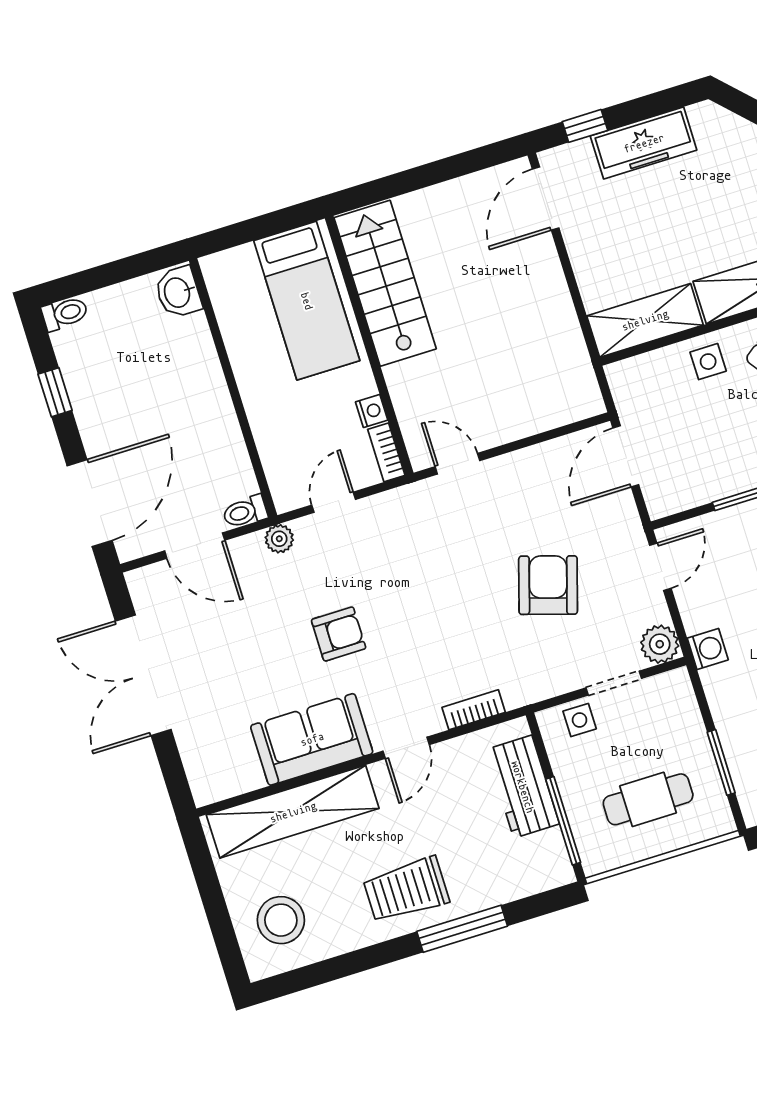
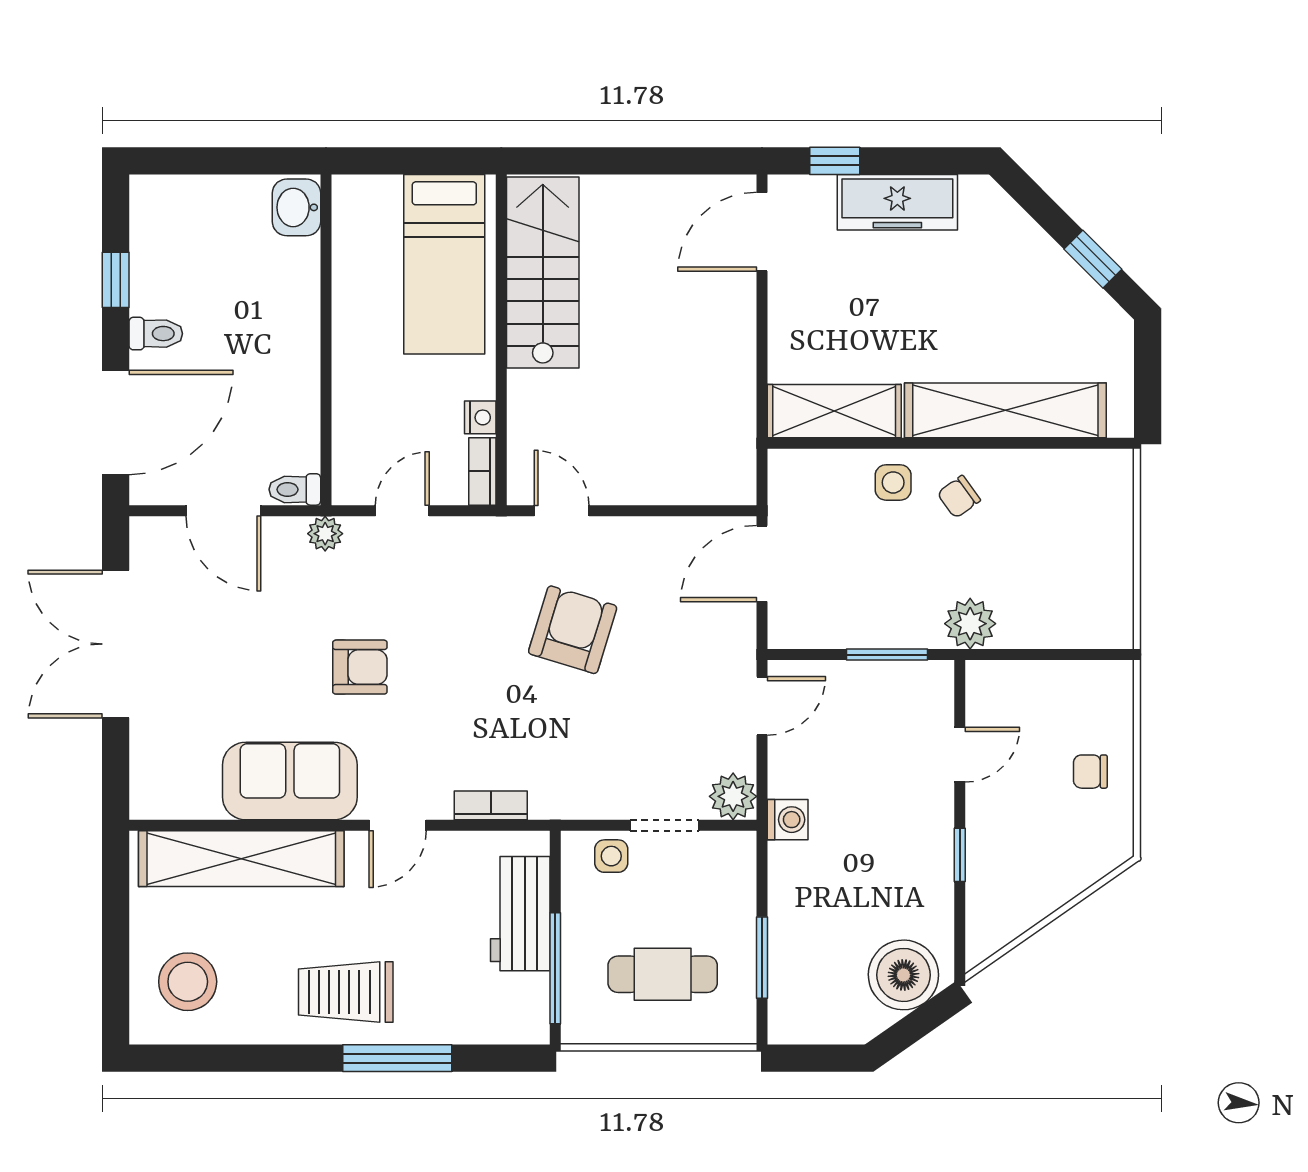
toilet: (65, 313) -> (156, 334), moved
armchair: (548, 585) -> (573, 630), moved

